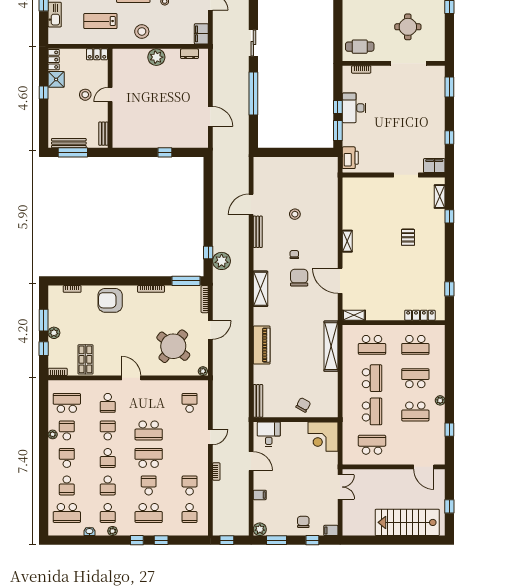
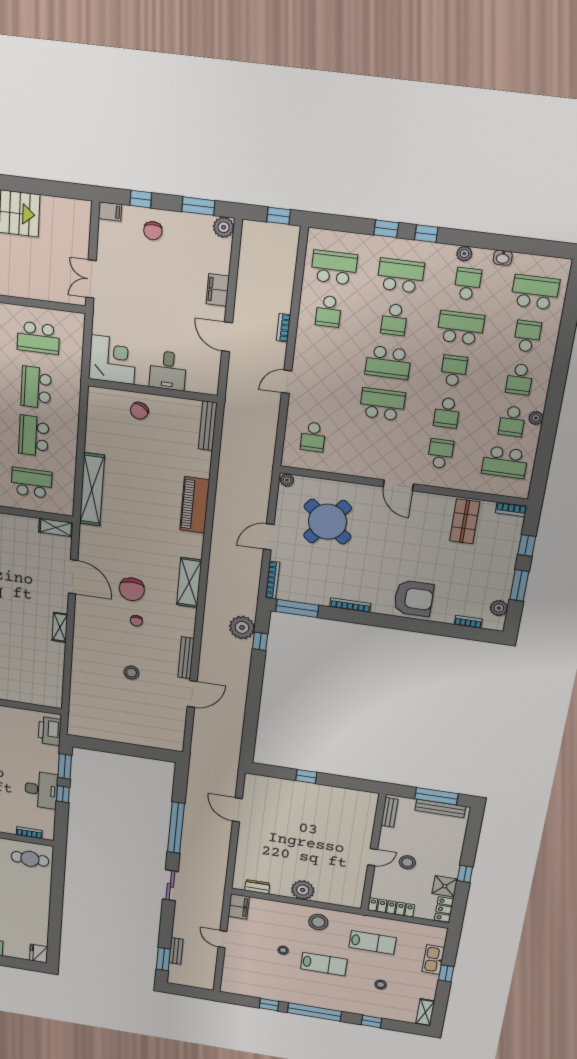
locker: (97, 54) -> (391, 907), width x1.53
plant: (54, 333) -> (499, 608), moved
desk: (269, 434) -> (168, 371), moved
school desk: (108, 485) -> (461, 328), width x1.85
filing cabinet: (260, 495) -> (218, 290), width x2.00
school desk: (190, 513) -> (334, 267), width x1.85

